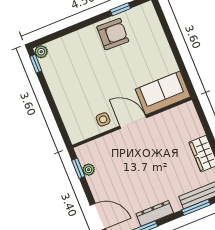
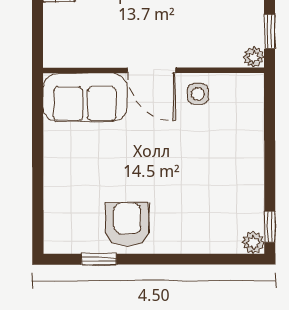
armchair: (113, 34) -> (127, 224), turned 88
plant: (89, 170) -> (254, 57), moved

